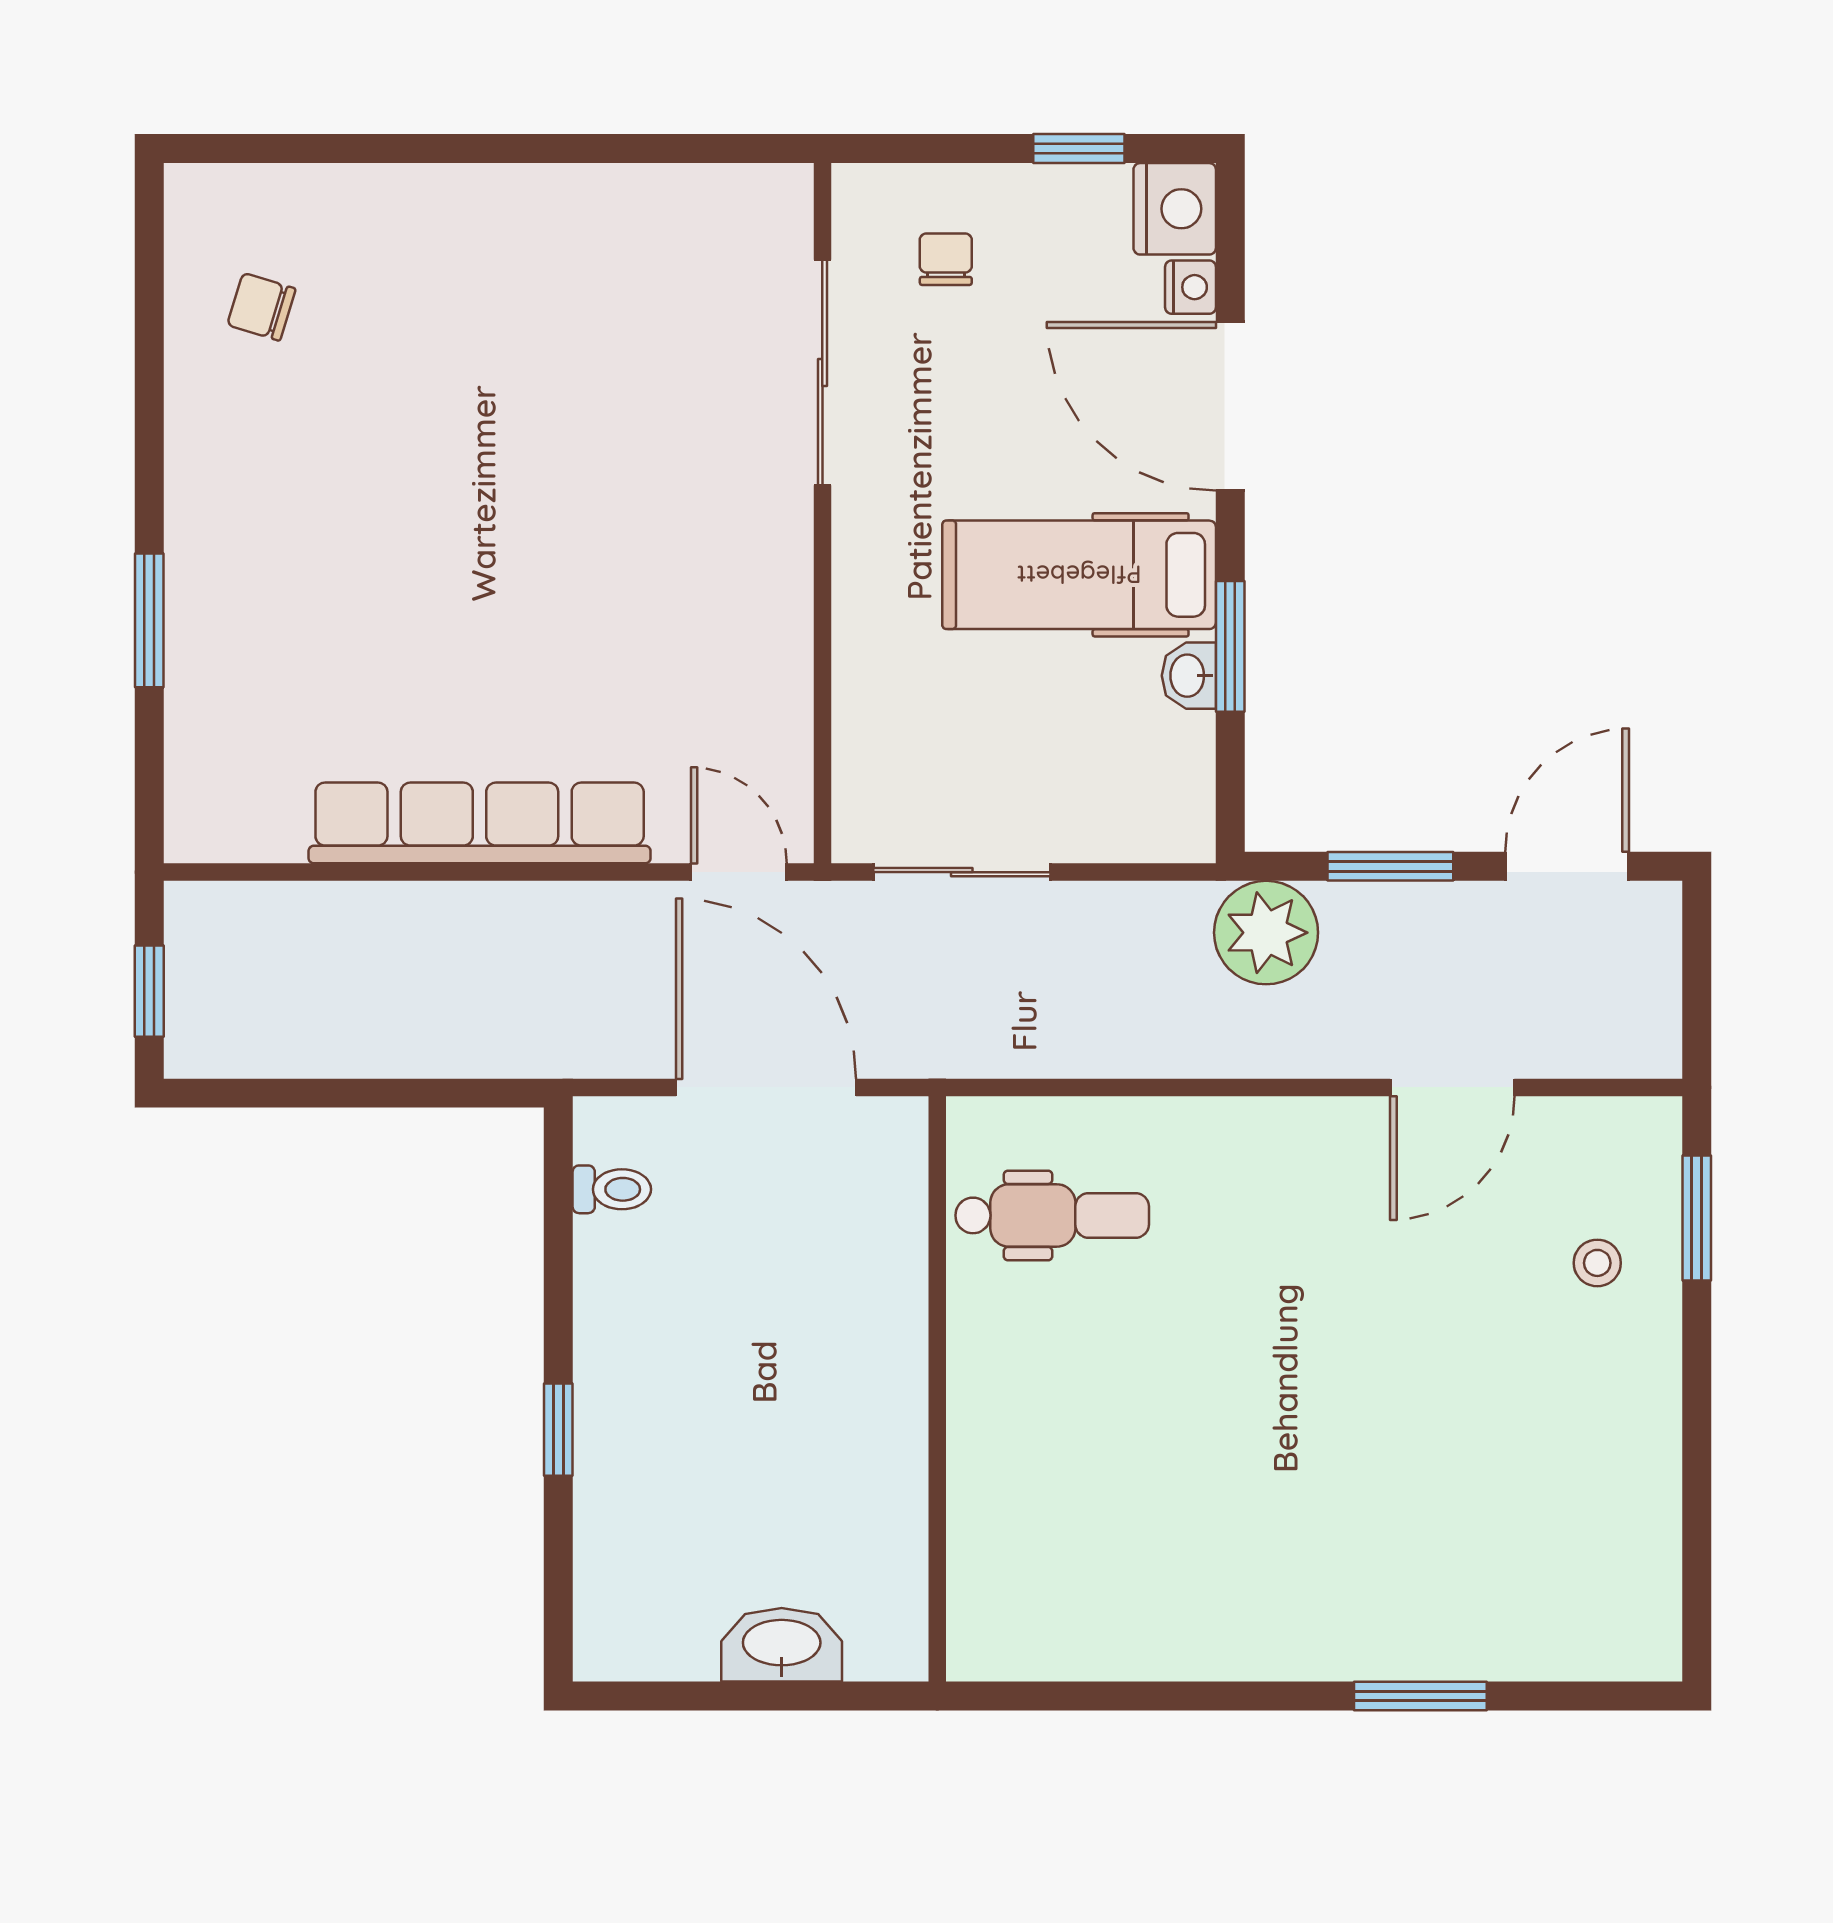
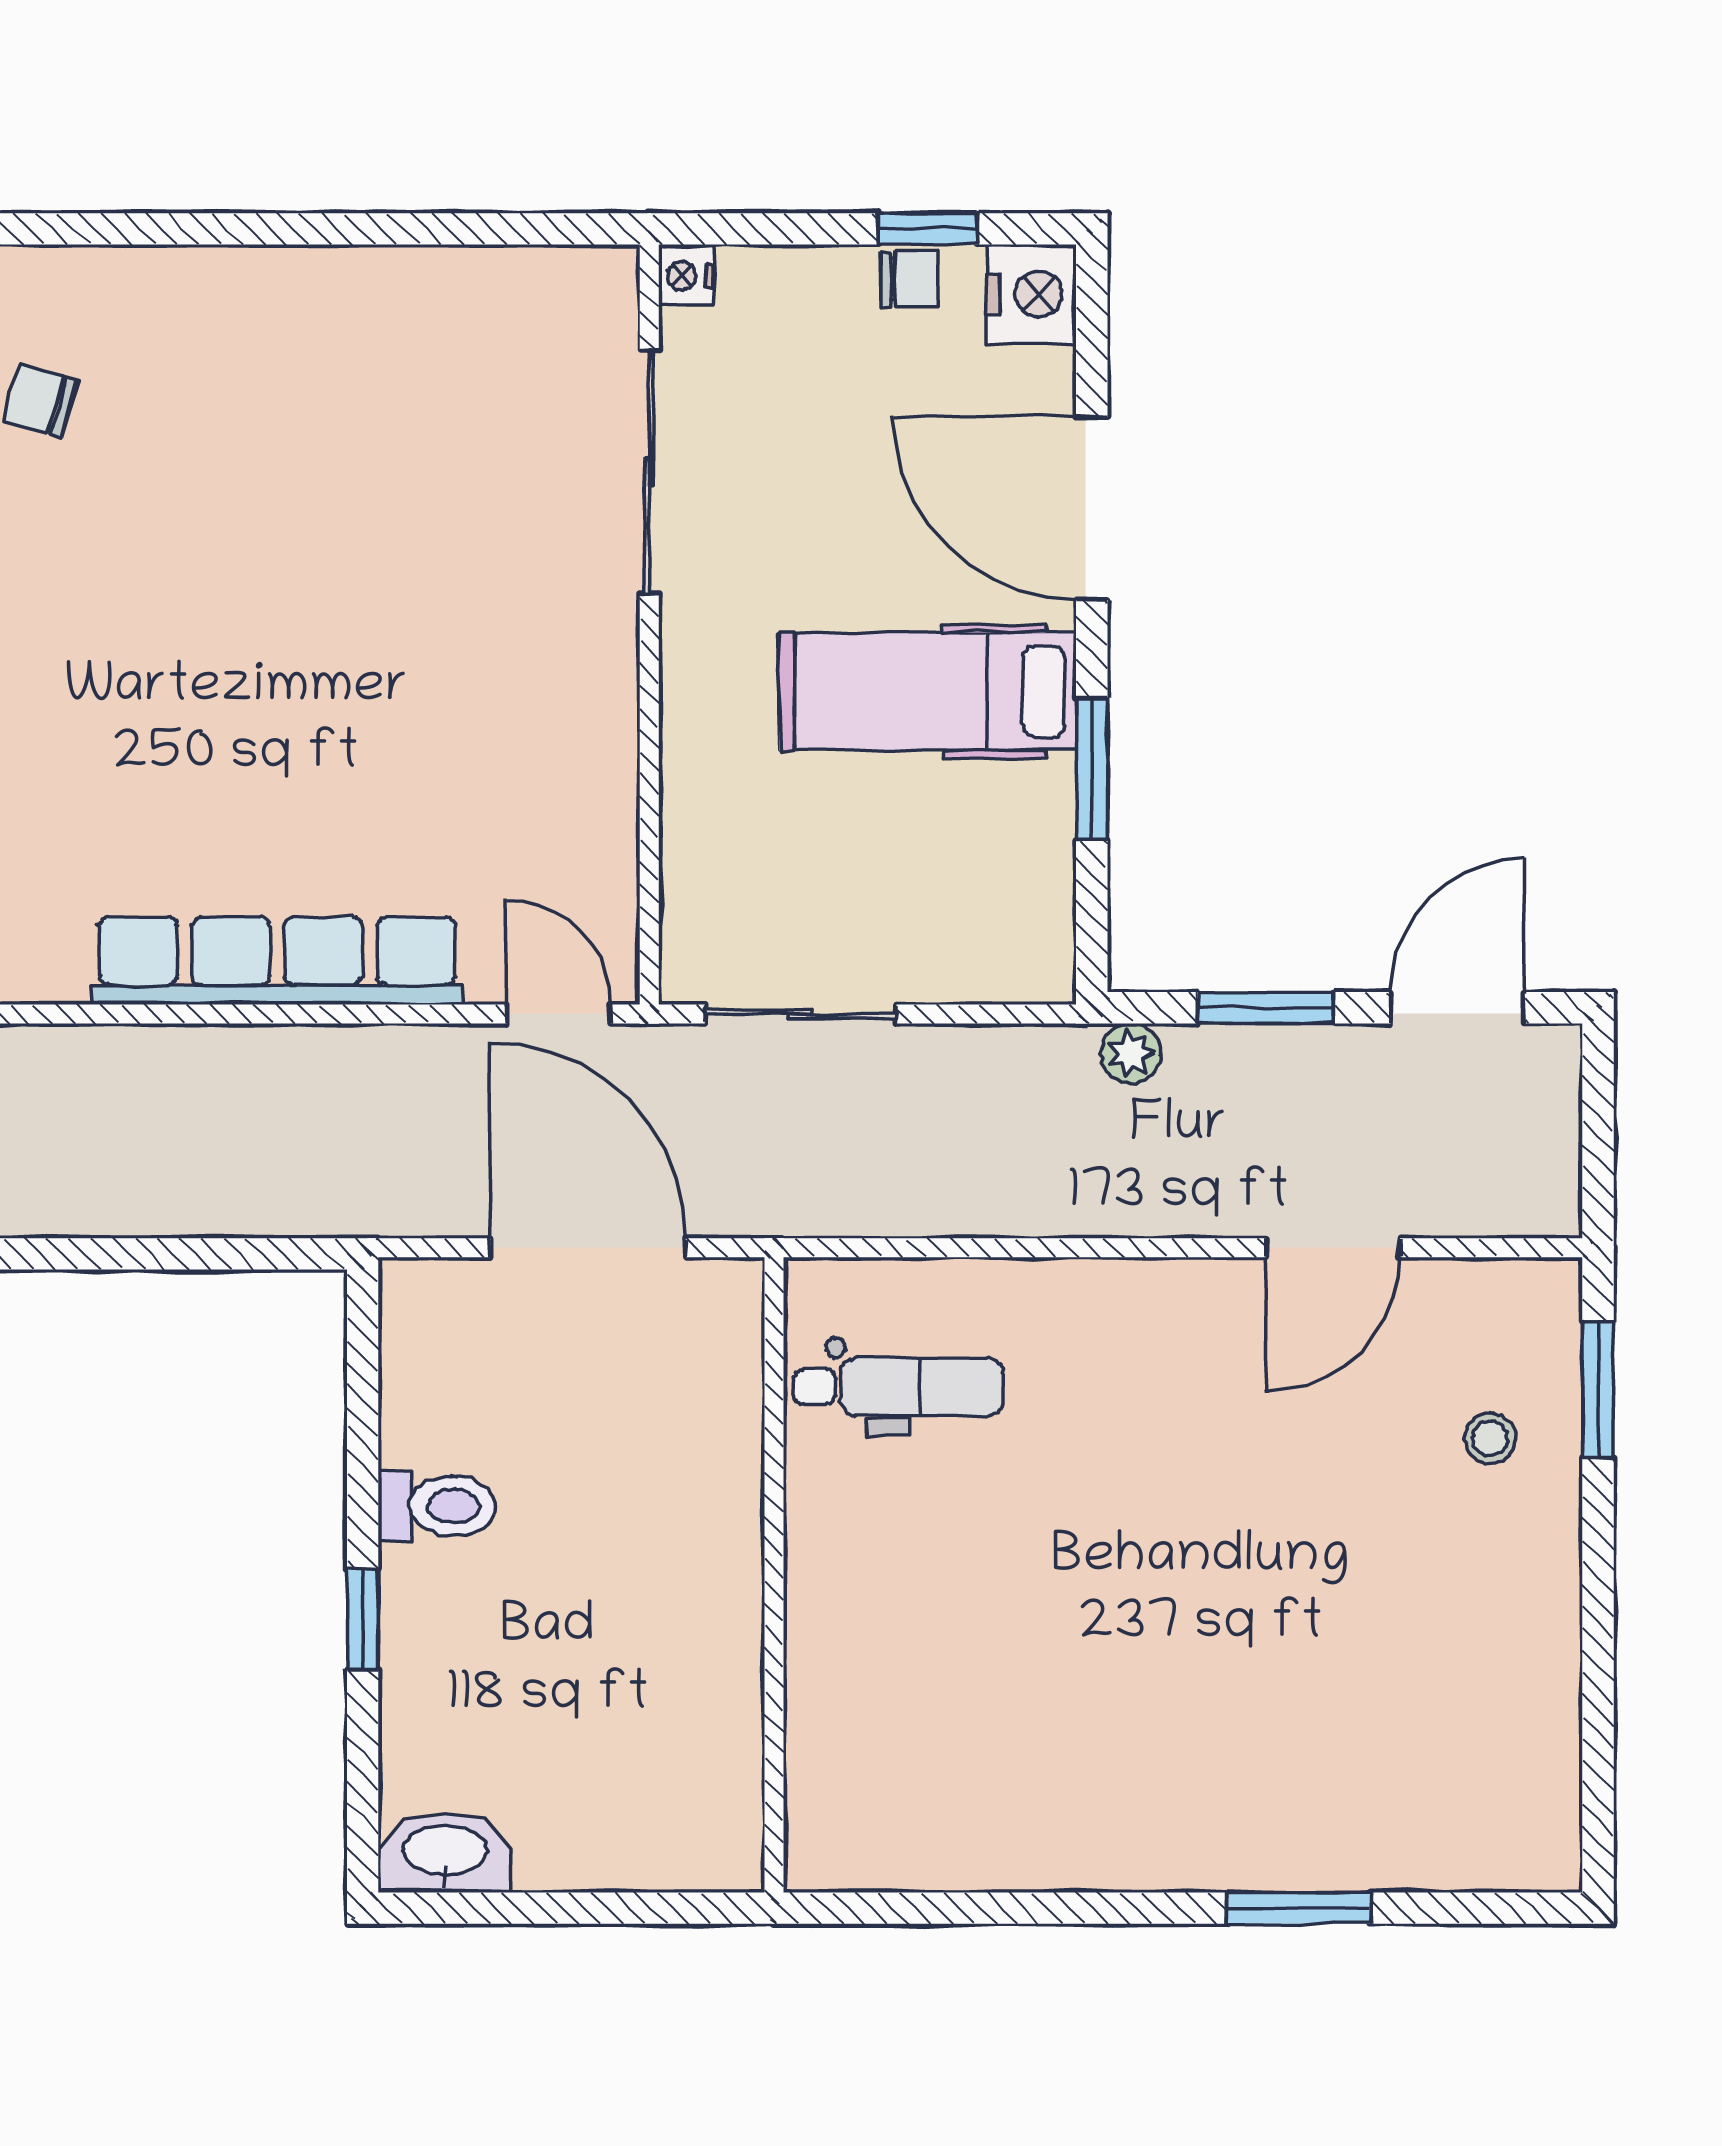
chair: (946, 259) -> (909, 279), moved, turned 90
nightstand: (1190, 287) -> (686, 276), moved, turned 180
washbasin: (1189, 676) -> (1047, 801), removed
plant: (1266, 933) -> (1131, 1053), width x0.53, depth x0.53
toilet: (612, 1189) -> (437, 1506), moved, width x1.37, depth x1.39
washbasin: (782, 1645) -> (445, 1853), moved

